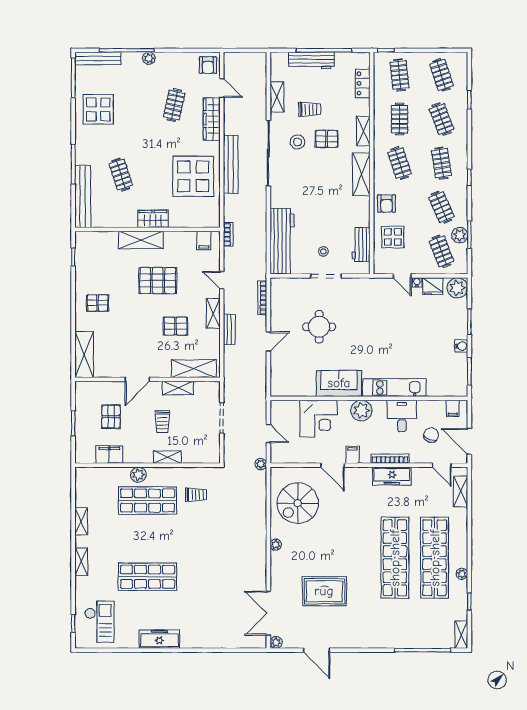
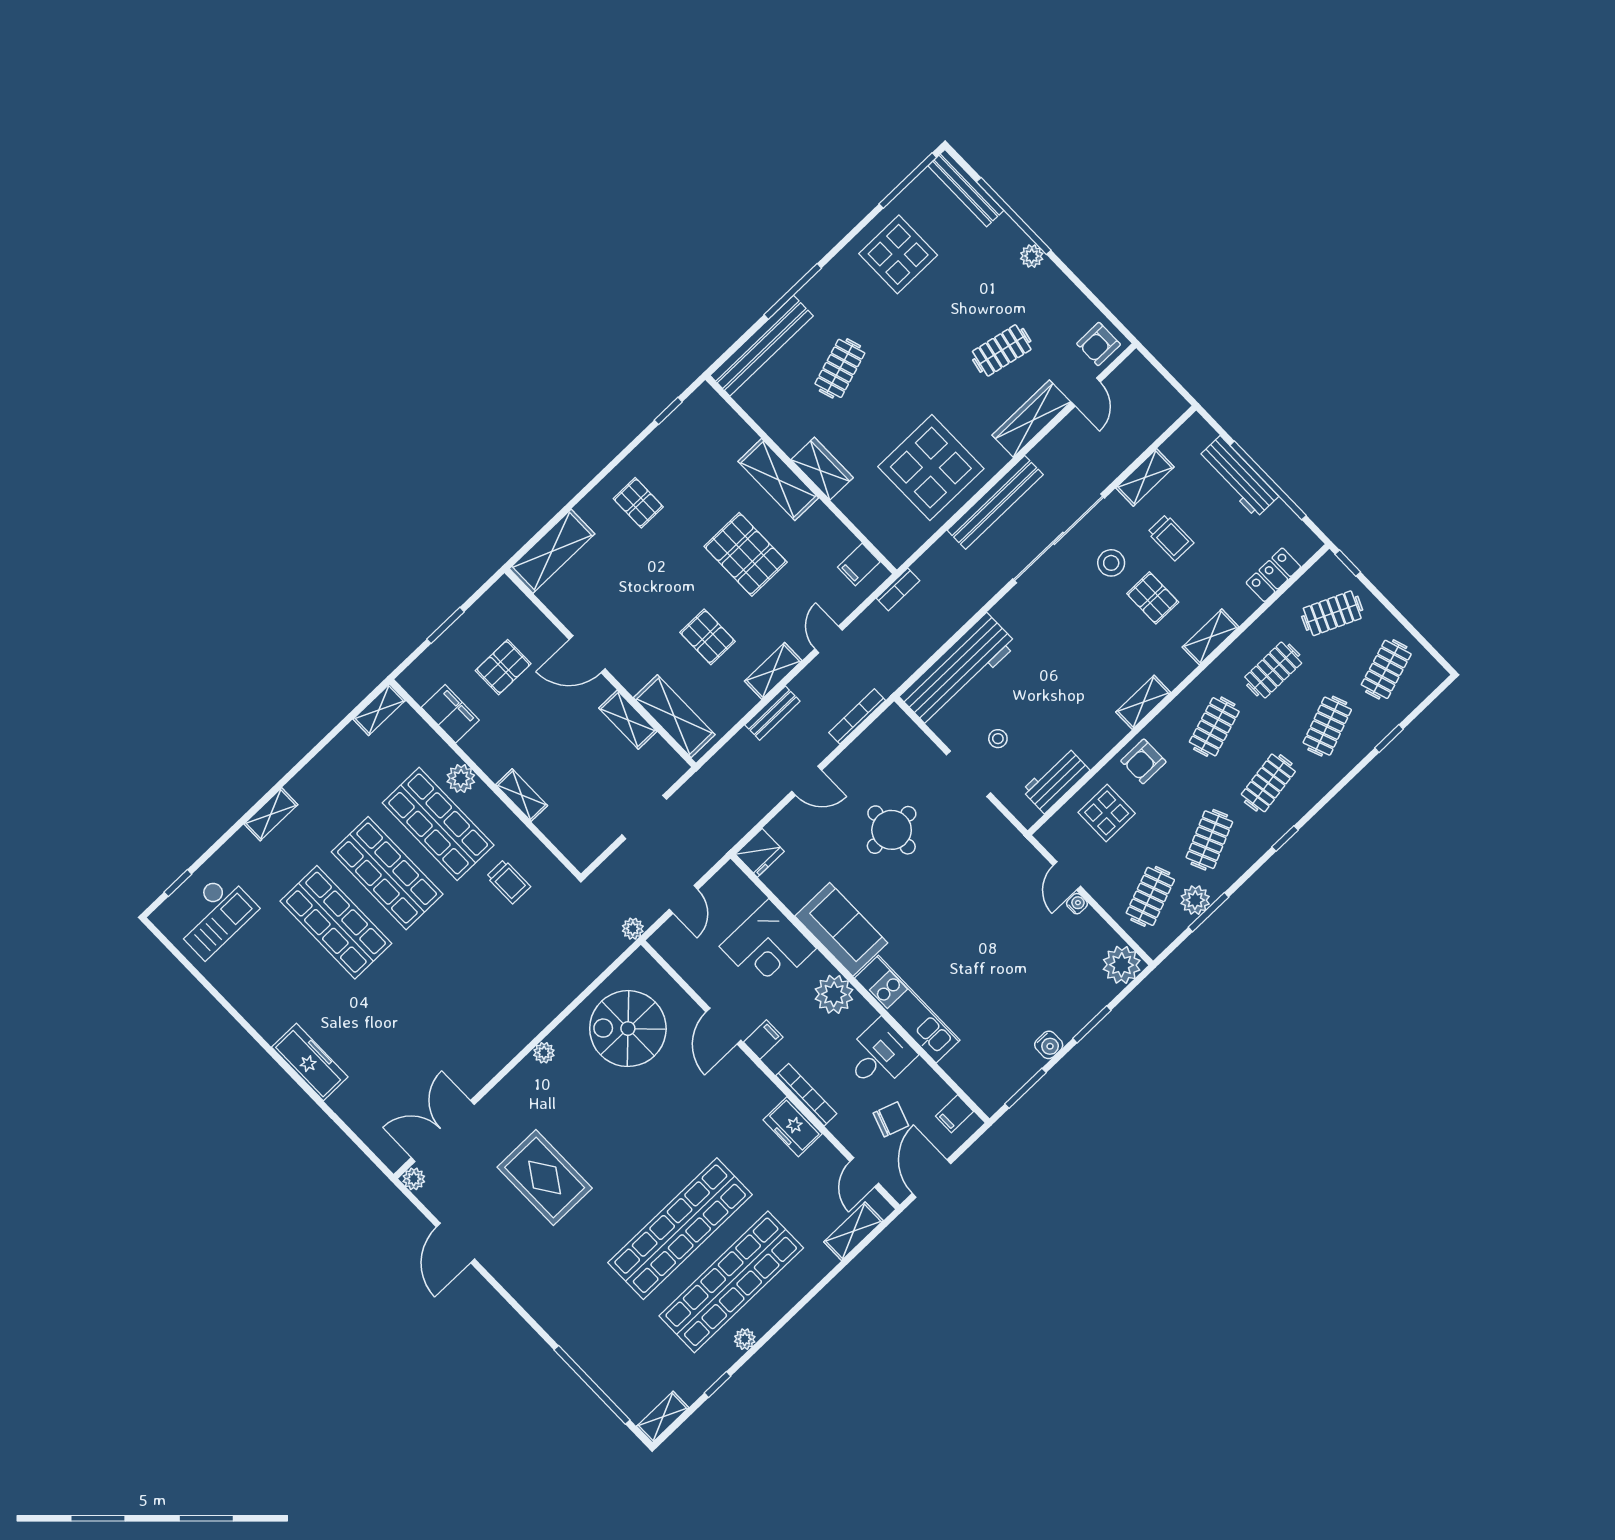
clothes rail: (400, 75) -> (1332, 613), turned 30
shelving: (361, 174) -> (1143, 702), width x0.67, depth x0.75
fridge: (433, 286) -> (760, 853), moved, turned -90
trolley: (162, 422) -> (563, 742), removed
freezer: (392, 476) -> (793, 1127), width x0.71
shelving: (81, 521) -> (379, 710), moved
shop shelf: (147, 539) -> (387, 873), added
freezer: (159, 639) -> (310, 1062), moved

